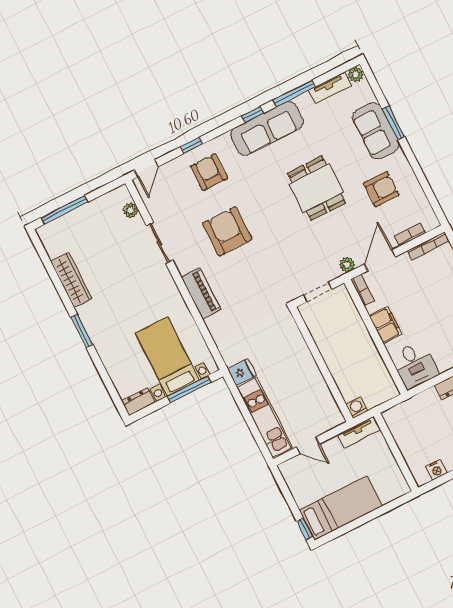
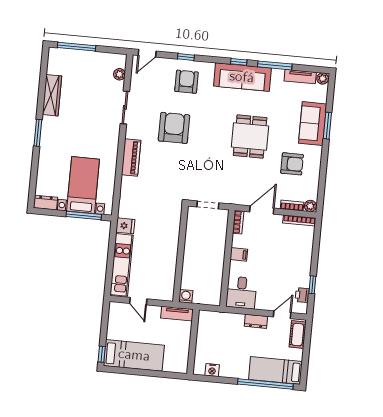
plant: (347, 265) -> (310, 206), moved
filing cabinet: (386, 325) -> (239, 254), width x0.50

